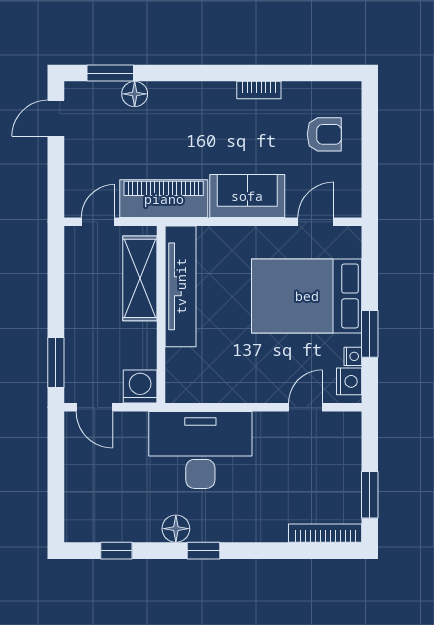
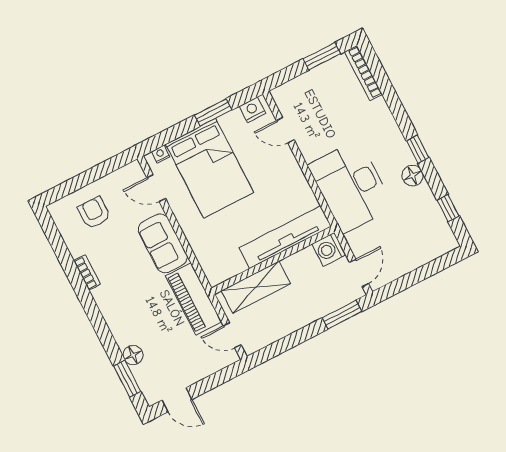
tv unit: (181, 286) -> (285, 237), moved
nightstand: (353, 356) -> (161, 154), moved

